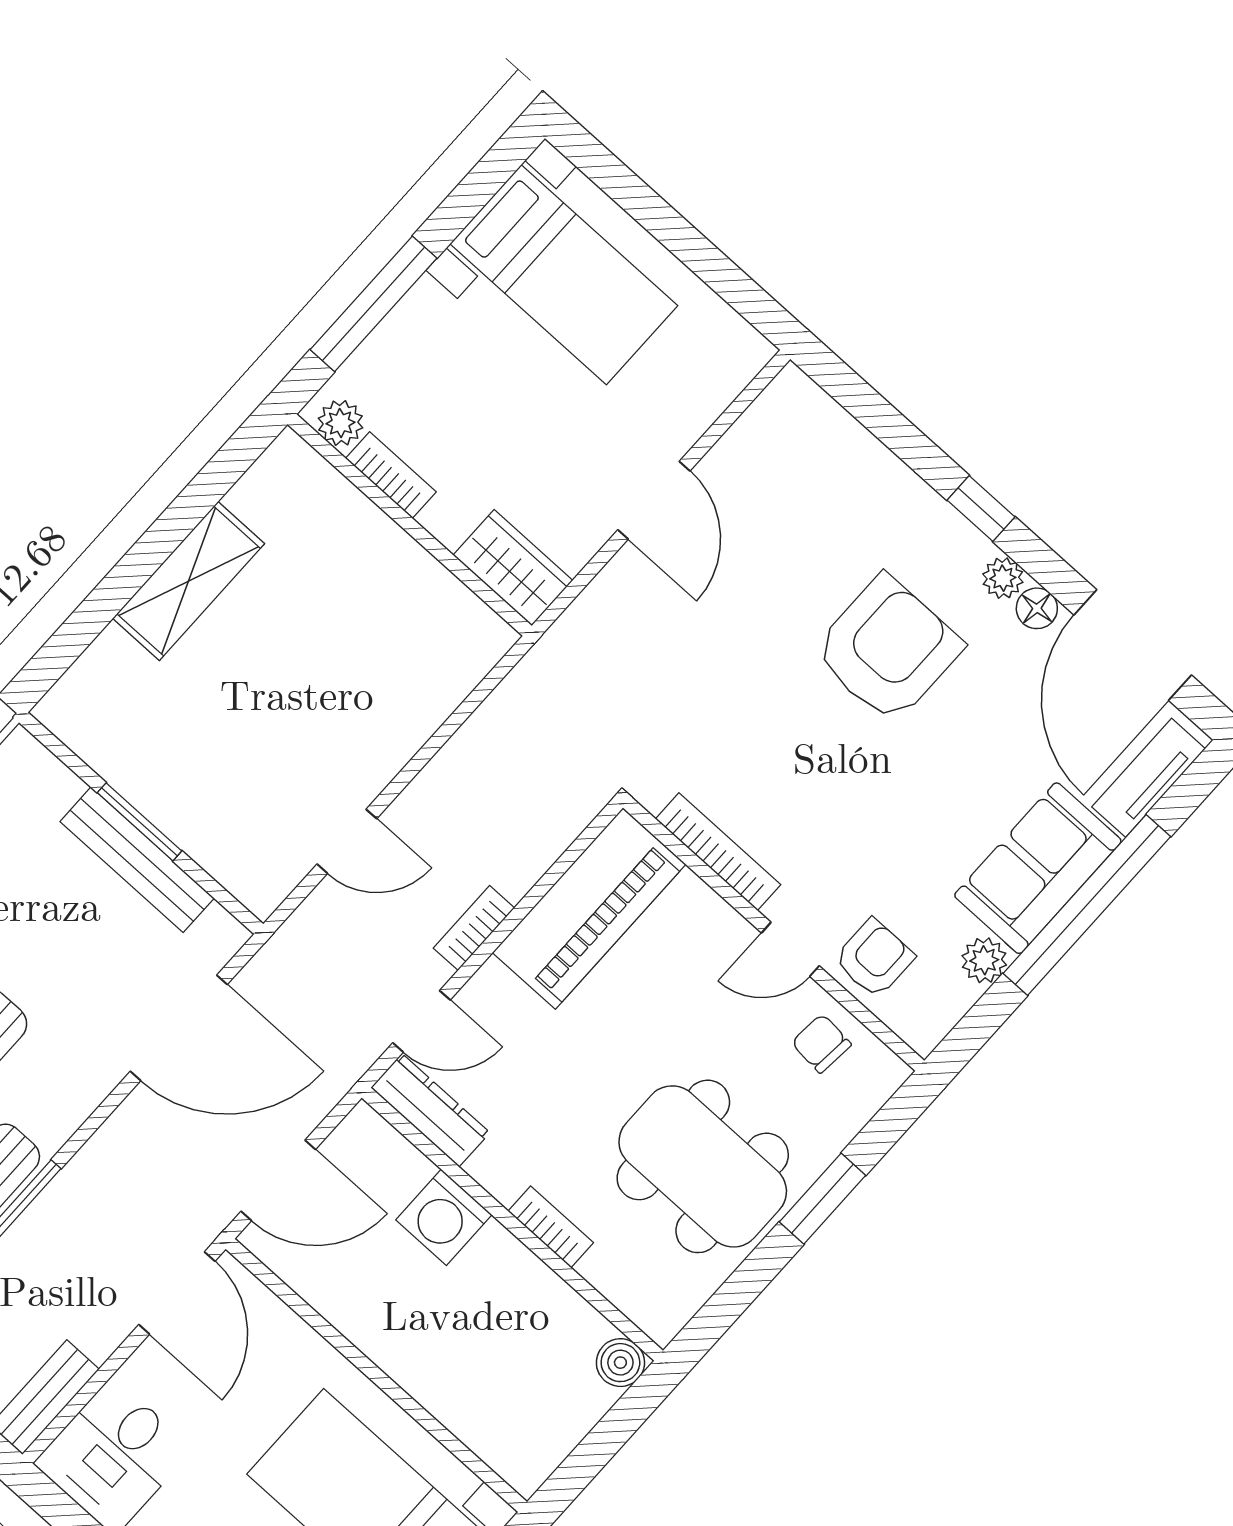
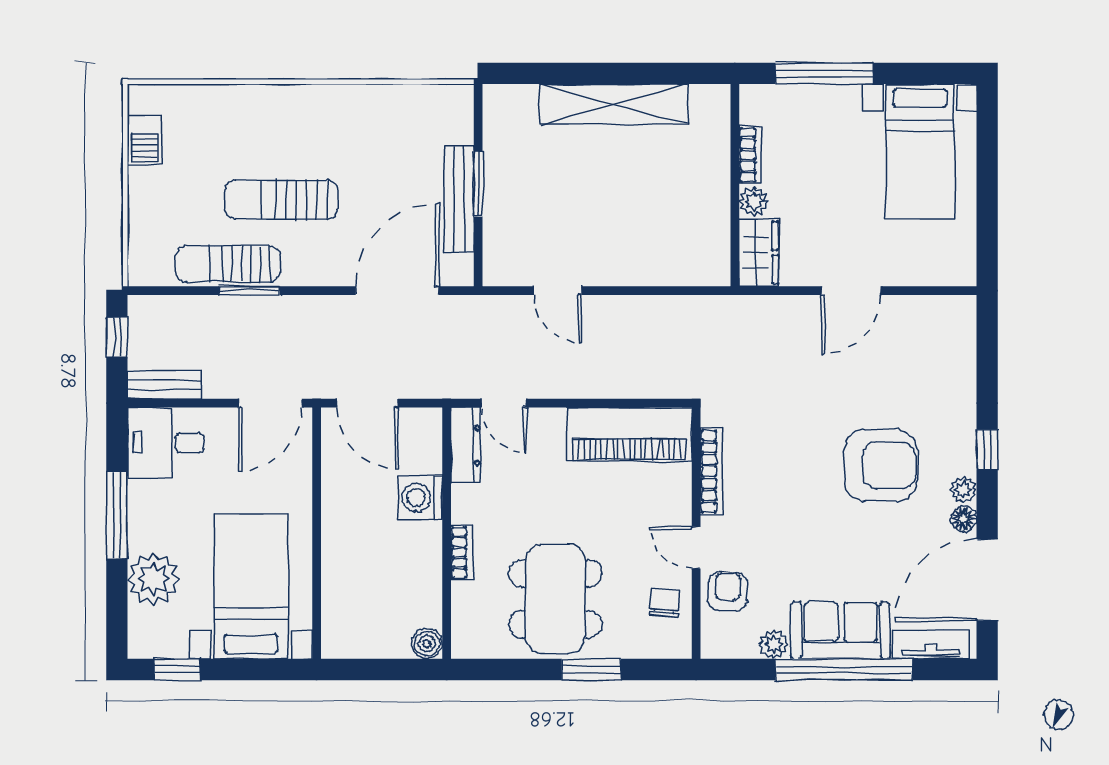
plant: (340, 423) -> (754, 201), moved
shelving: (189, 581) -> (614, 104), width x1.47
bookcase: (474, 928) -> (571, 388), removed
armchair: (874, 958) -> (728, 591), turned -88
door: (179, 1028) -> (397, 291), swing flipped

